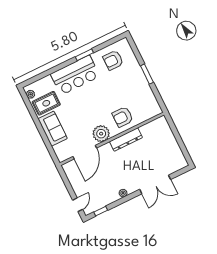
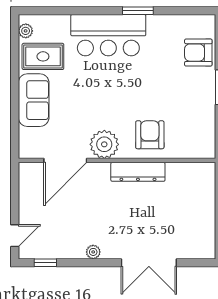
armchair: (113, 60) -> (198, 53), moved
armchair: (123, 117) -> (150, 135), turned 90

